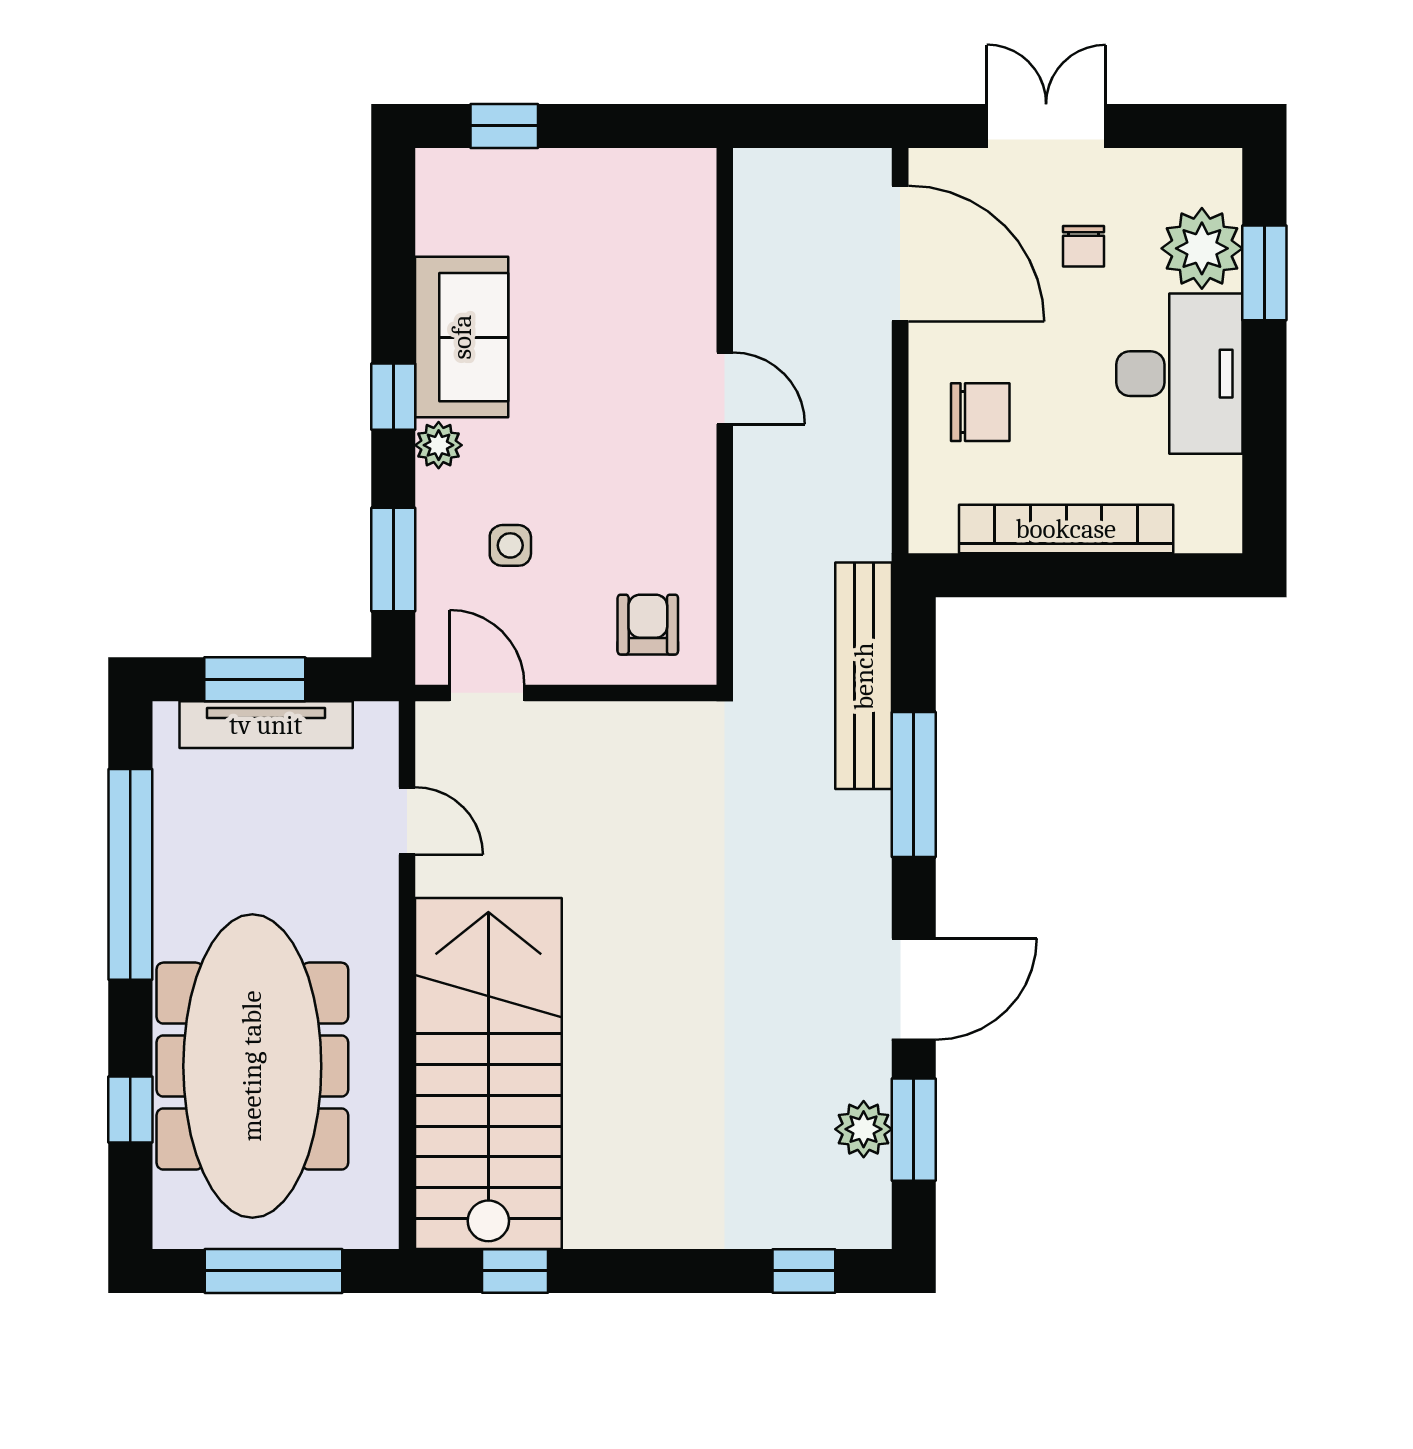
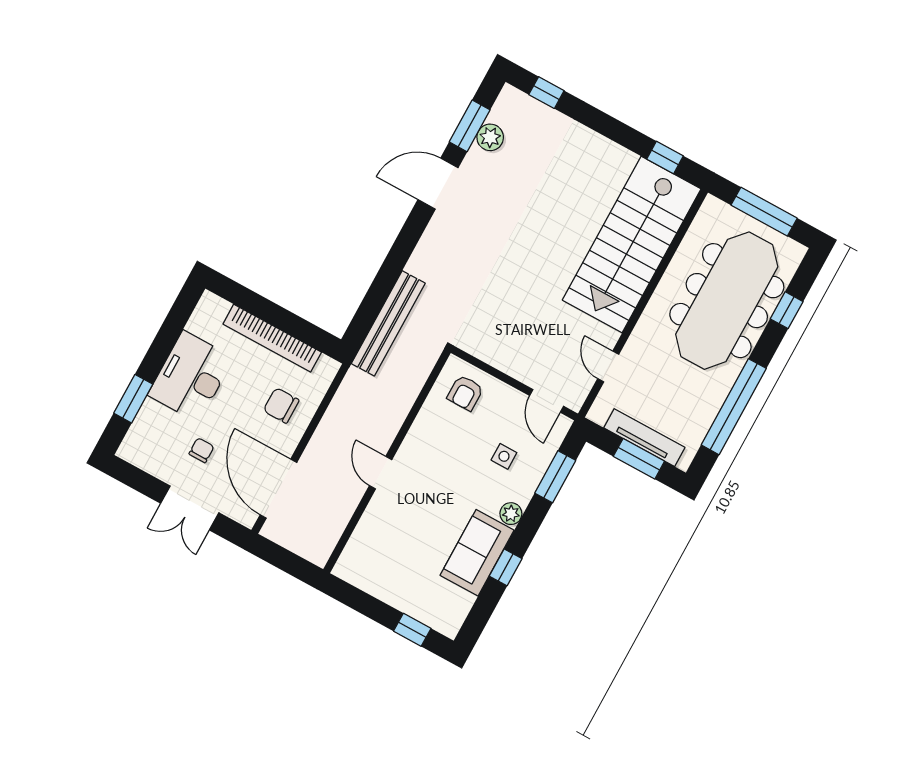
plant: (1202, 248) -> (153, 423), removed
window: (393, 397) -> (506, 567), moved
window: (914, 785) -> (392, 267), removed

